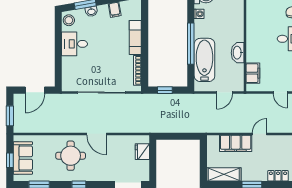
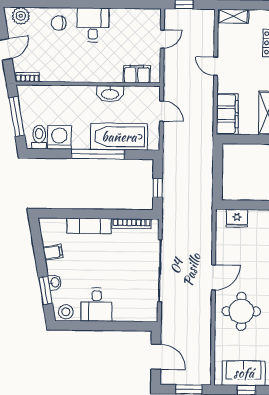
washing machine: (199, 14) -> (59, 137), width x1.89, depth x1.89
filing cabinet: (236, 143) -> (227, 114), moved

